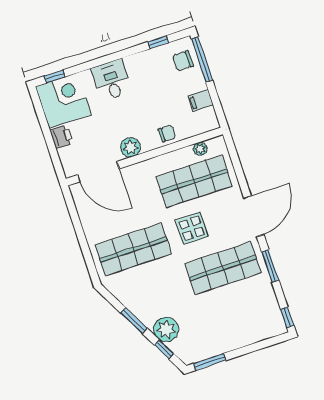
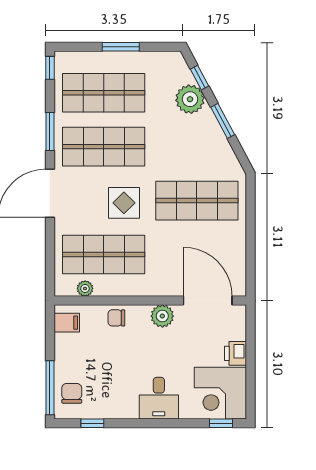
chair: (183, 61) -> (72, 393), turned -90
filing cabinet: (200, 100) -> (67, 323), moved
shop shelf: (237, 312) -> (104, 93), added
window: (210, 362) -> (121, 47), moved

